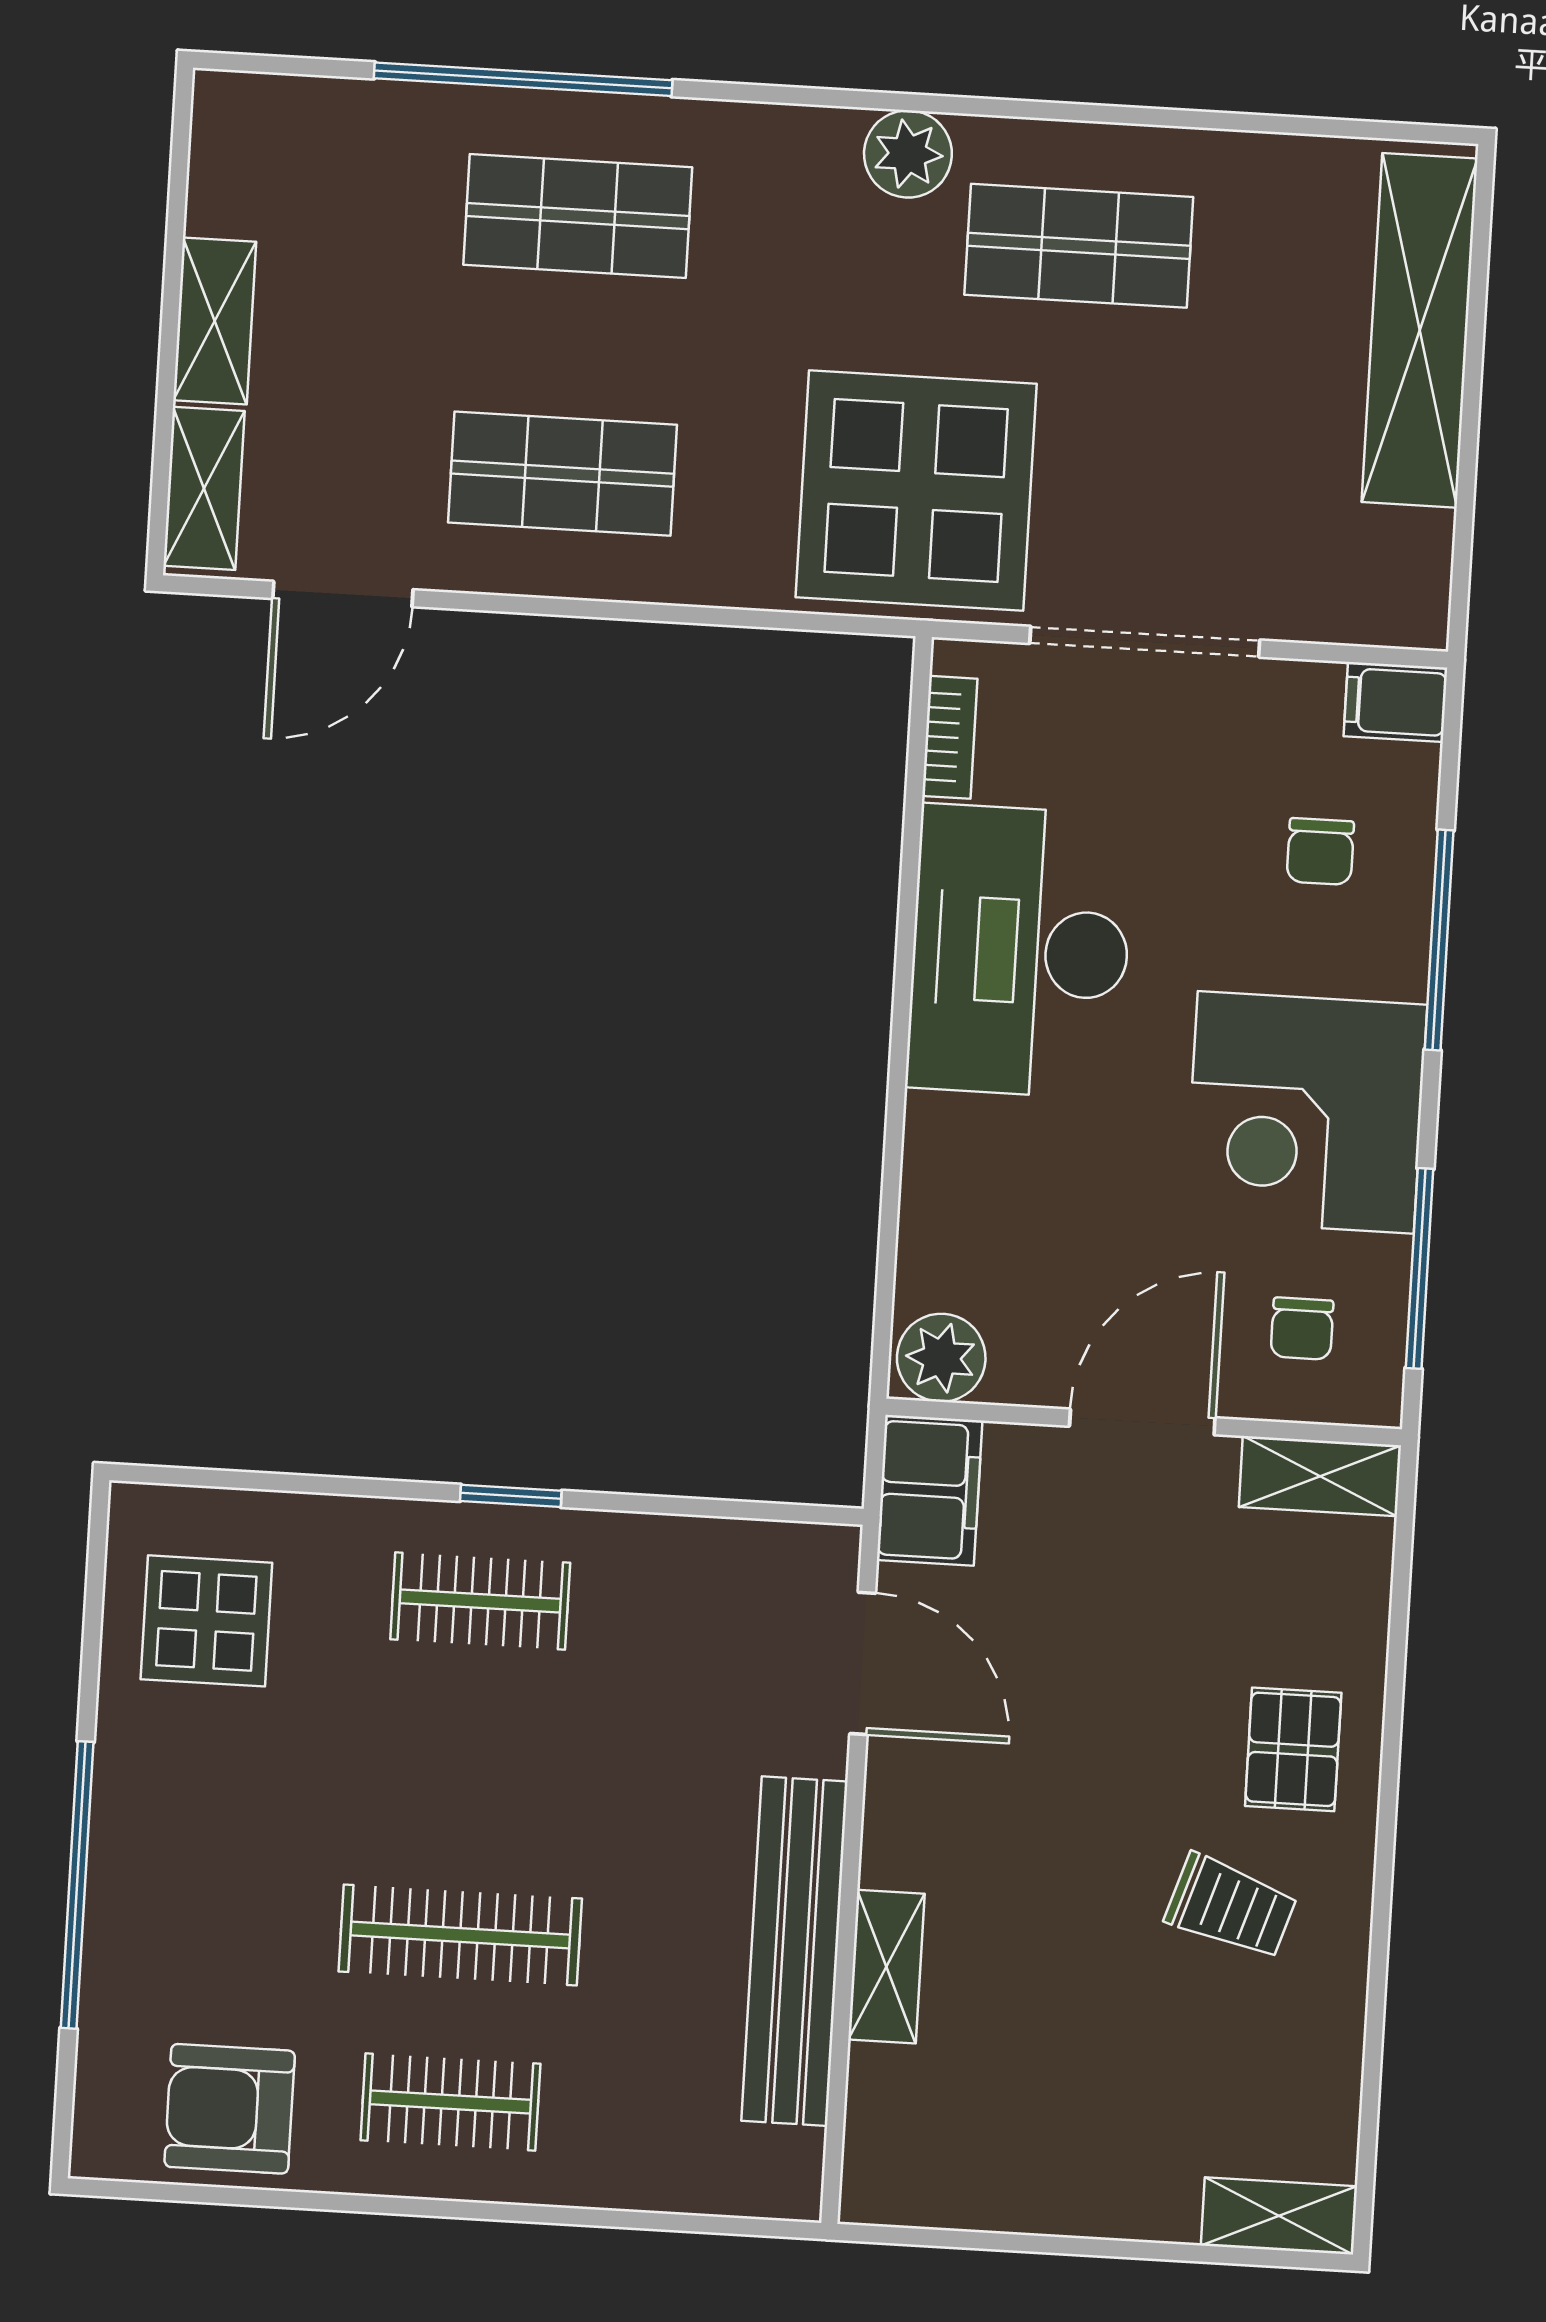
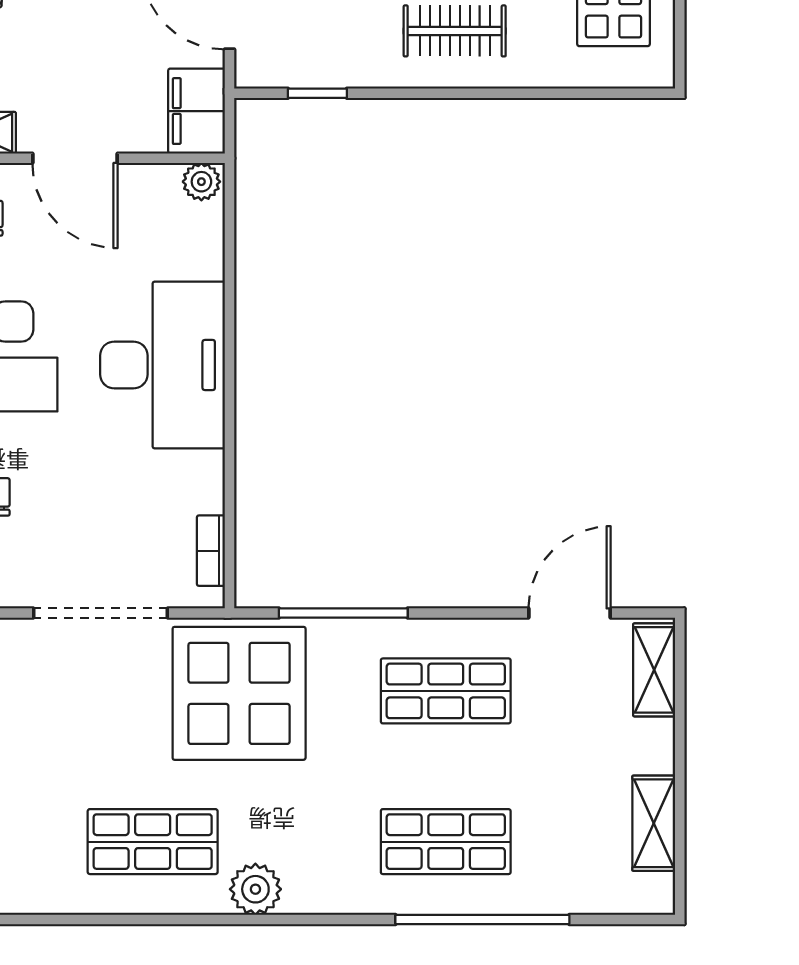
shelving: (215, 321) -> (654, 823), moved
window: (730, 617) -> (343, 613), added
desk: (1020, 951) -> (163, 365), moved
plant: (941, 1358) -> (201, 182), width x0.73, depth x0.73
door: (1142, 1422) -> (75, 158), hinge flipped
window: (511, 1496) -> (317, 93), moved

